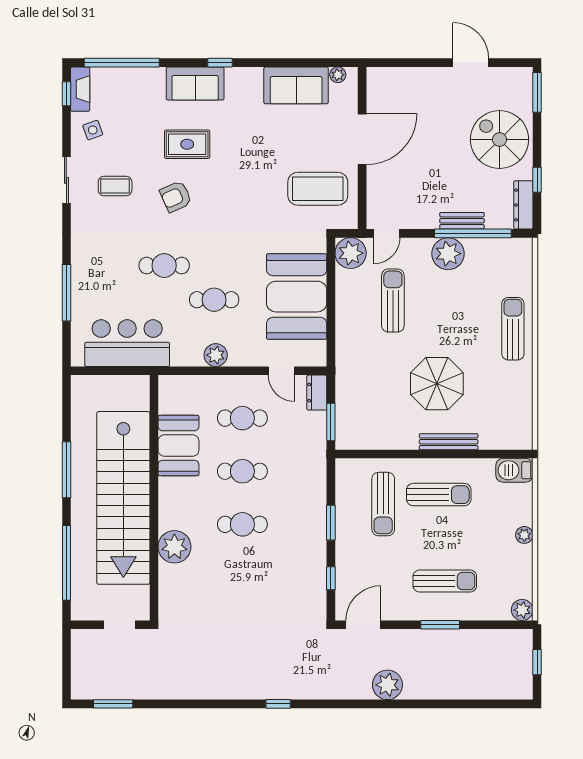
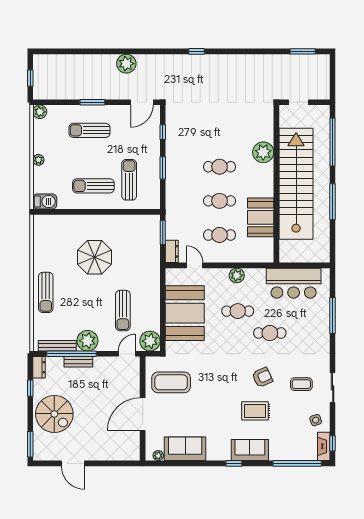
dresser: (523, 205) -> (39, 367), width x0.70
bench: (449, 442) -> (57, 346), moved

